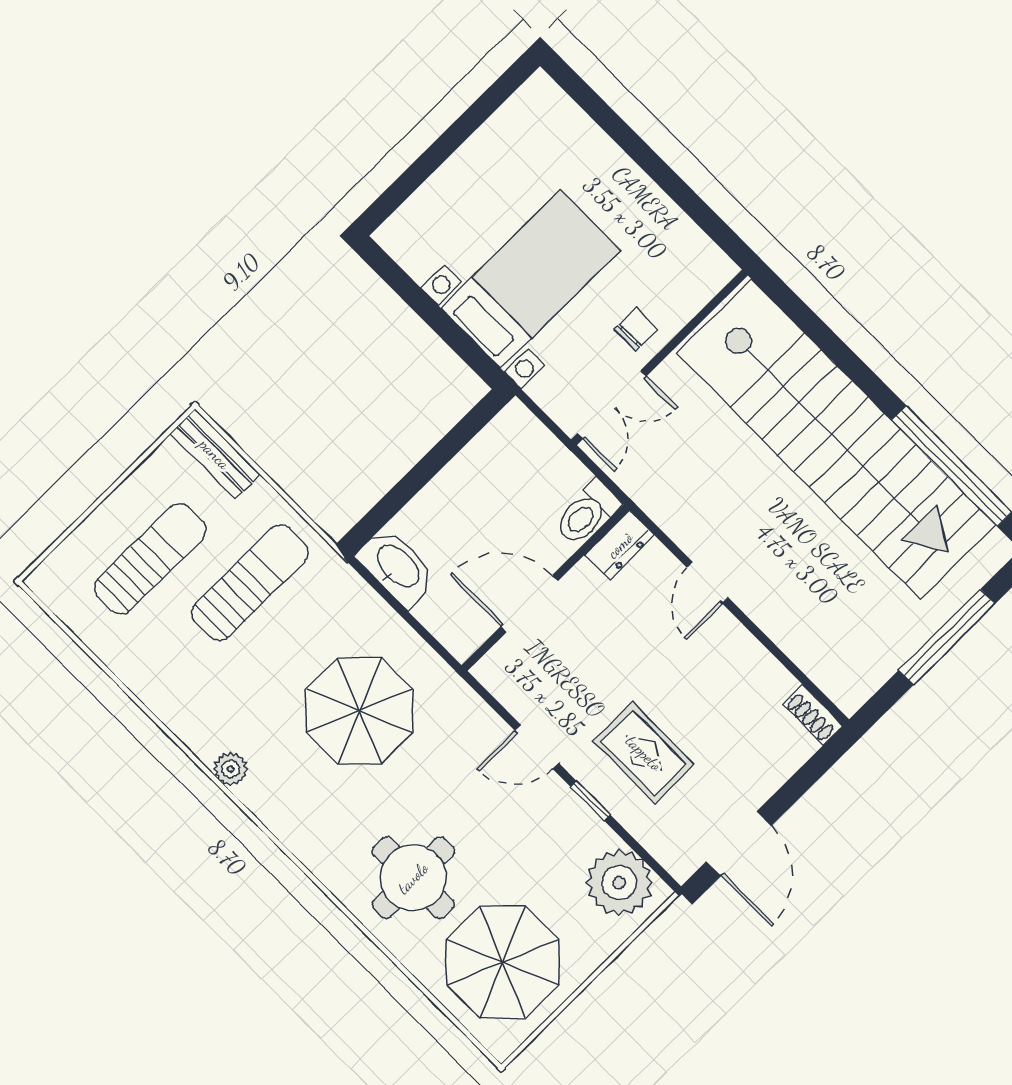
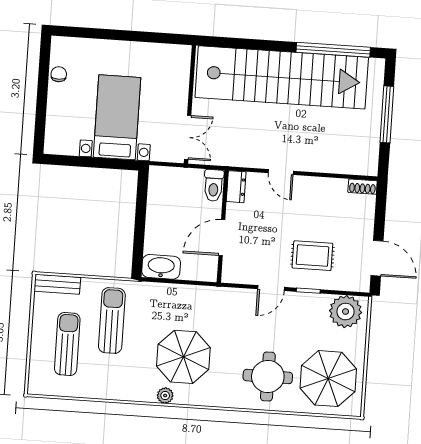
chair: (636, 329) -> (59, 74), moved
parasol: (359, 711) -> (183, 357), moved

